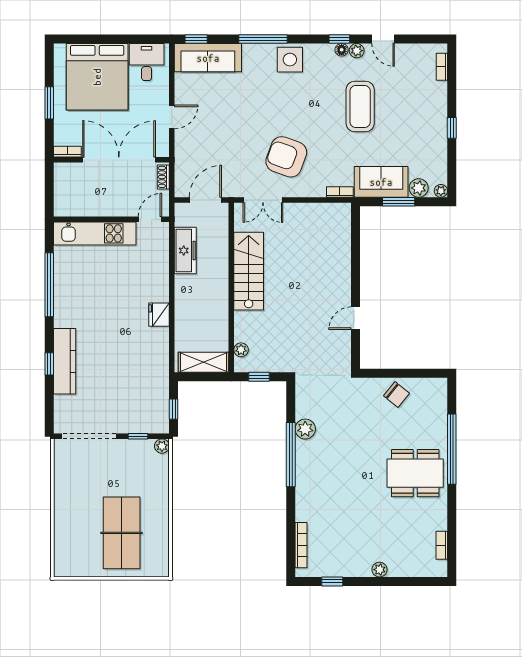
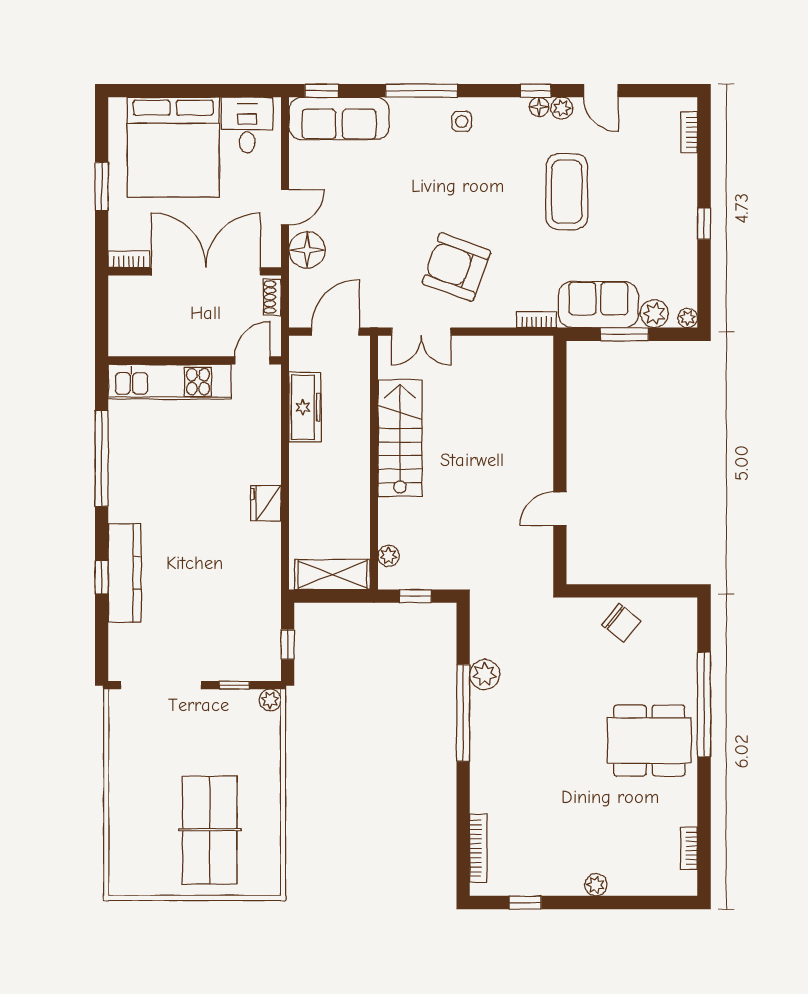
side table: (290, 60) -> (462, 121), width x0.54, depth x0.54
floor lamp: (187, 145) -> (307, 250), added

